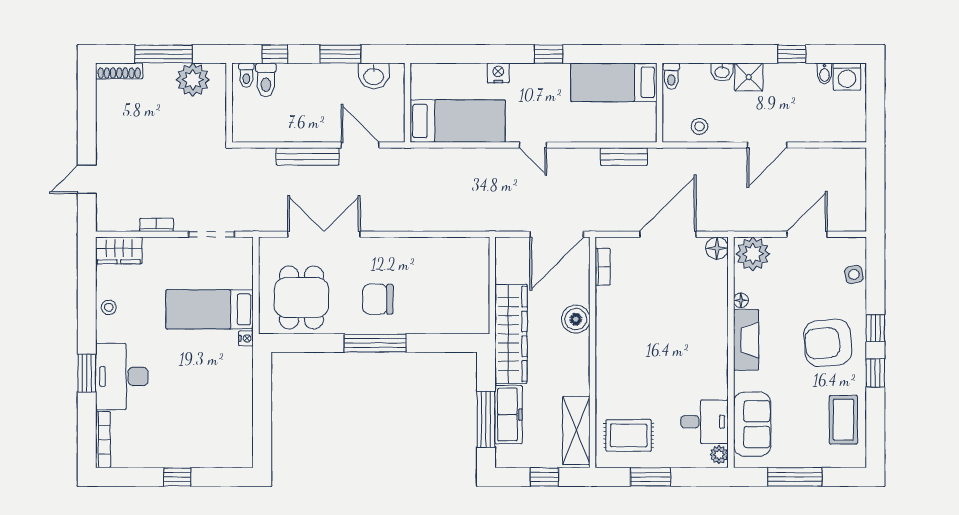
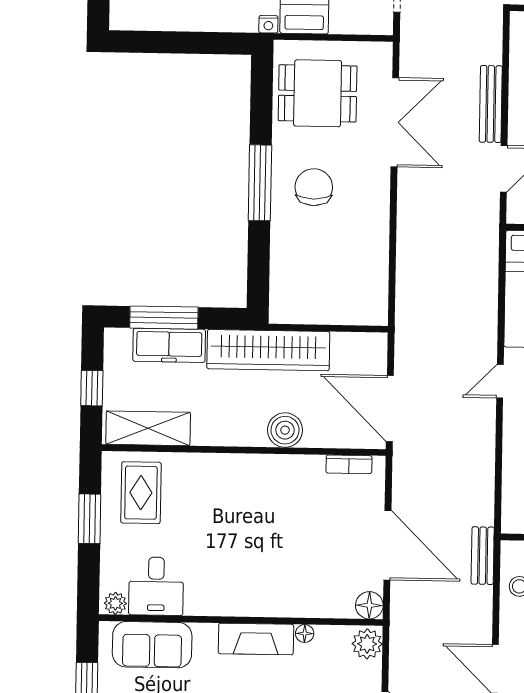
bench: (624, 157) -> (483, 556), moved
plant: (753, 254) -> (367, 644), width x0.73, depth x0.73

